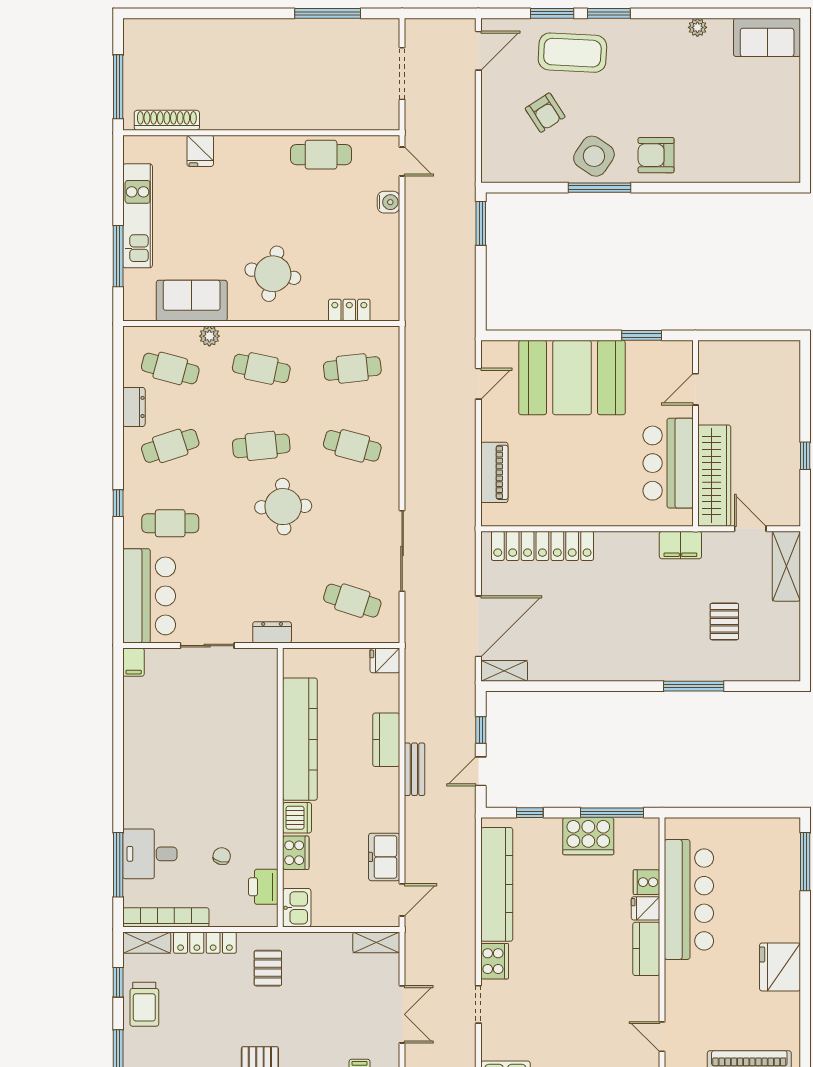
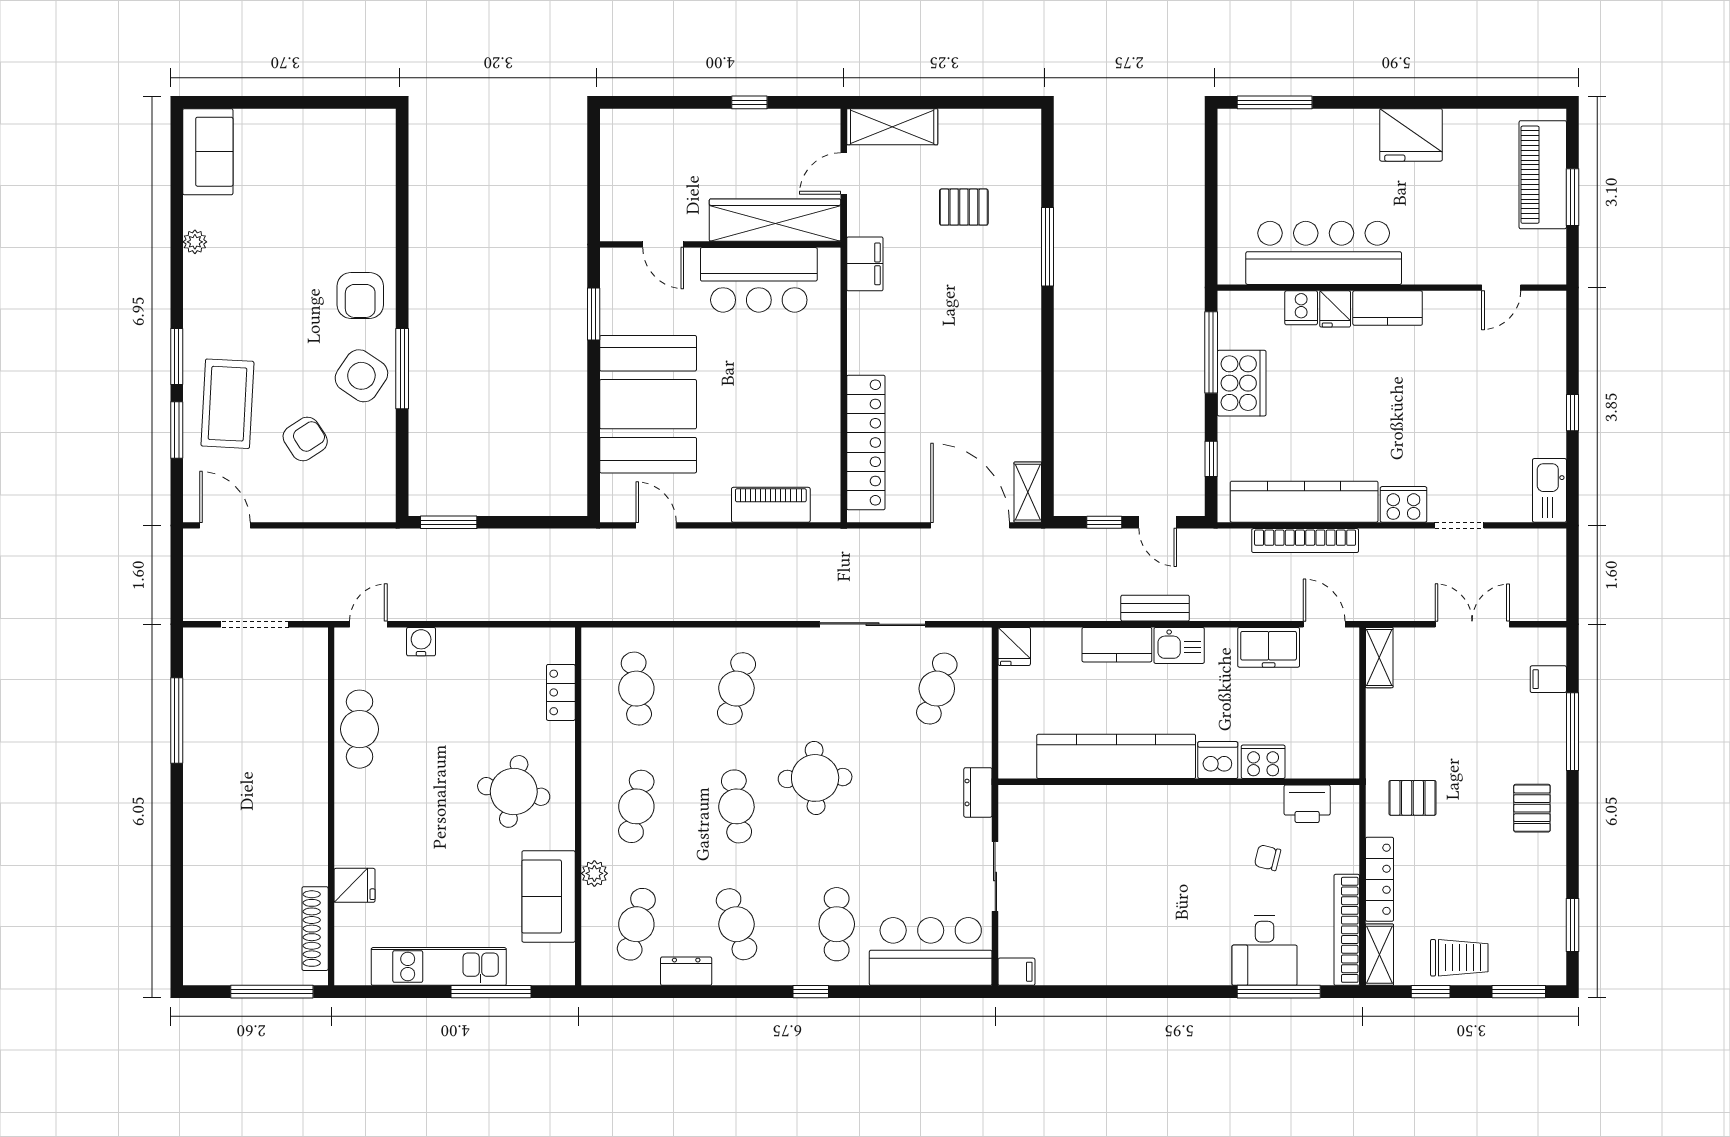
bookcase: (467, 885) -> (1305, 541), added
kitchen sink: (297, 908) -> (1179, 645), moved, turned 180

